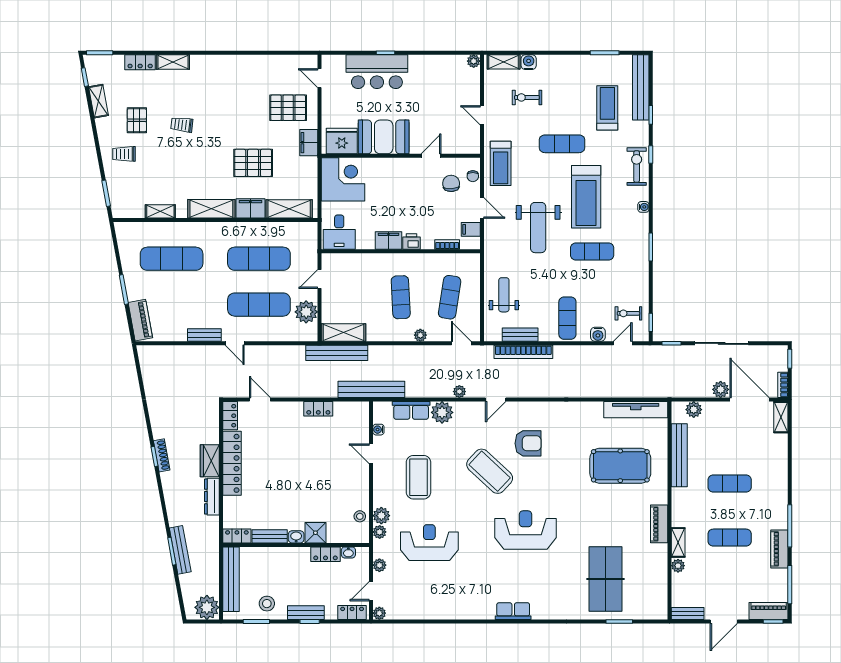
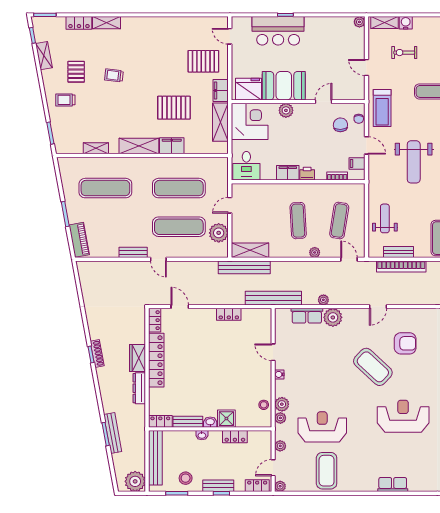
plant: (386, 166) -> (286, 110), added
shelving: (289, 209) -> (220, 122), moved, turned 90
plant: (459, 392) -> (323, 300), moved
water cooler: (378, 430) -> (279, 374), moved
coffee table: (418, 477) -> (327, 471), moved
washbasin: (348, 552) -> (202, 435), moved

